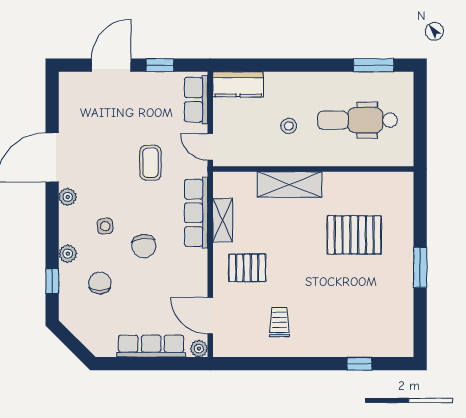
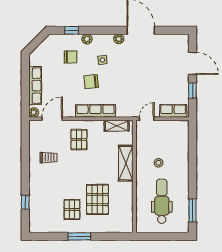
kitchen counter: (238, 84) -> (182, 134), removed
coffee table: (150, 163) -> (138, 85), removed
row of seats: (196, 213) -> (96, 111), moved
shelving: (223, 220) -> (117, 126), moved
pallet: (372, 280) -> (72, 209), added

